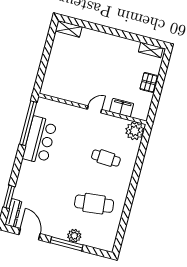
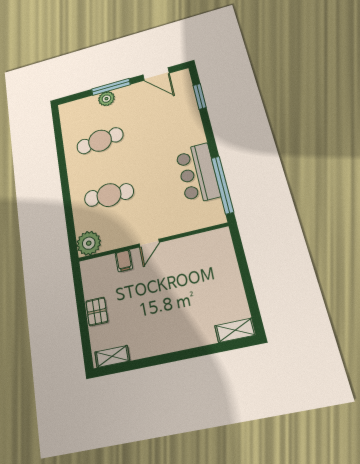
filing cabinet: (122, 108) -> (124, 261), width x0.50
cafe table: (106, 158) -> (109, 195), width x1.37, depth x1.35
dresser: (13, 213) -> (185, 84), removed

